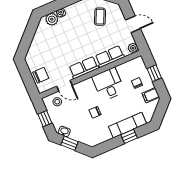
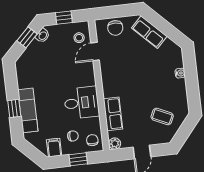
plant: (52, 19) -> (176, 60), removed
row of seats: (84, 68) -> (149, 32), moved, turned 135
chair: (95, 112) -> (92, 140), moved

